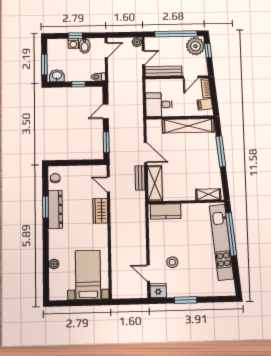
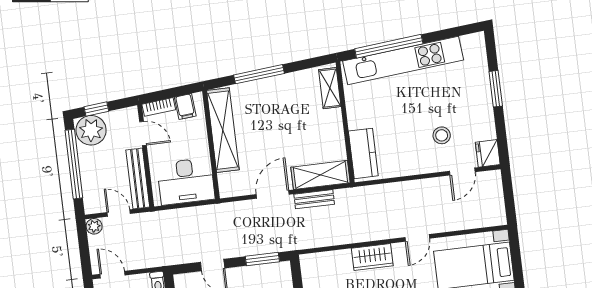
desk: (159, 105) -> (186, 181), width x1.37
door: (108, 184) -> (417, 238), moved
window: (186, 300) -> (496, 89), moved

